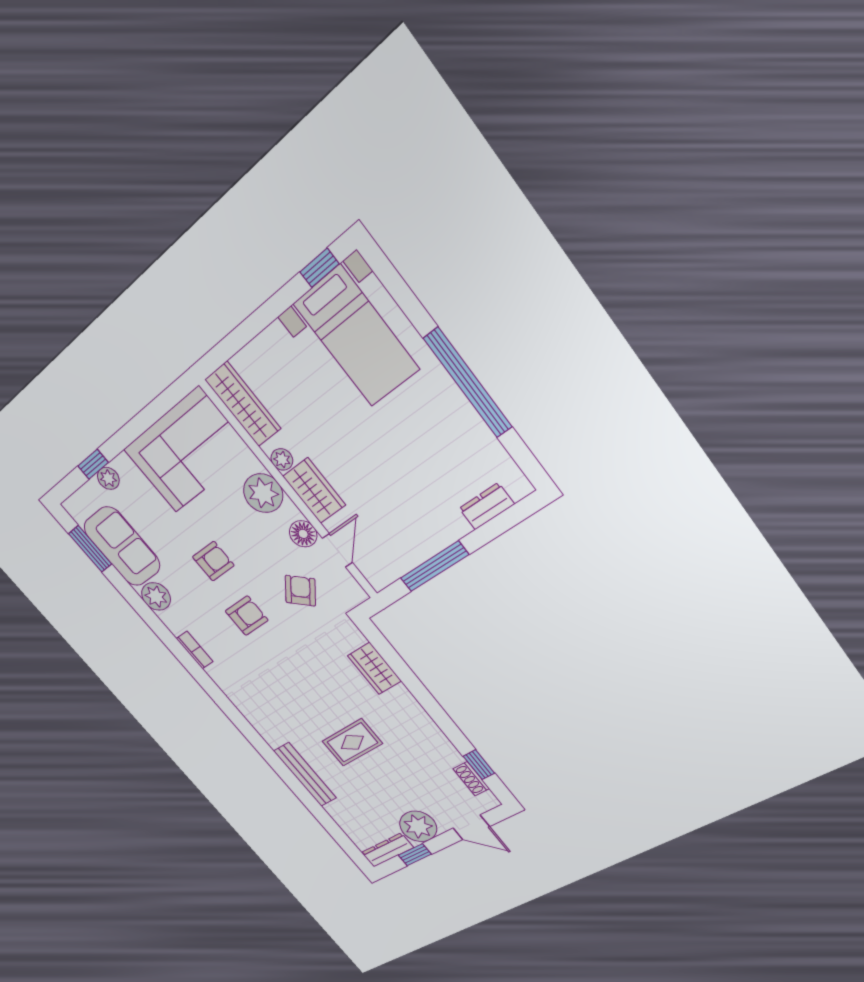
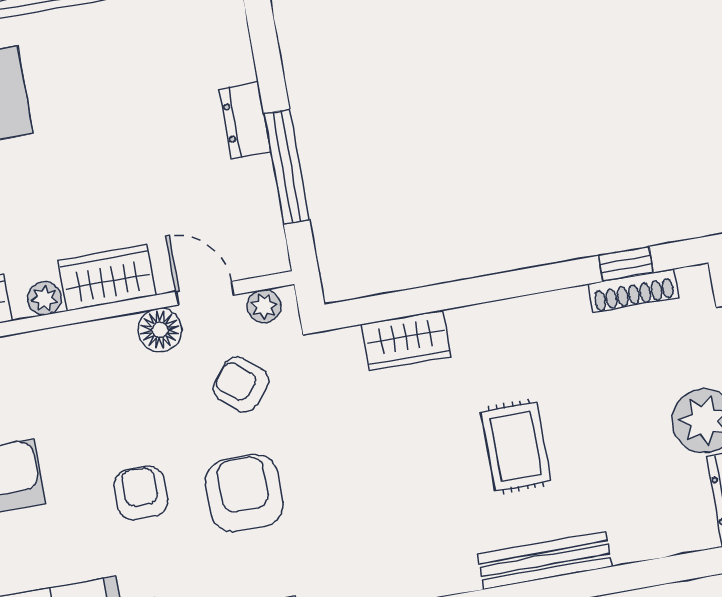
plant: (263, 493) -> (264, 306), moved, width x0.53, depth x0.53
dresser: (487, 506) -> (245, 120), moved
armchair: (247, 616) -> (244, 493), width x1.38, depth x1.38
shoe rack: (471, 779) -> (633, 291), width x1.43

